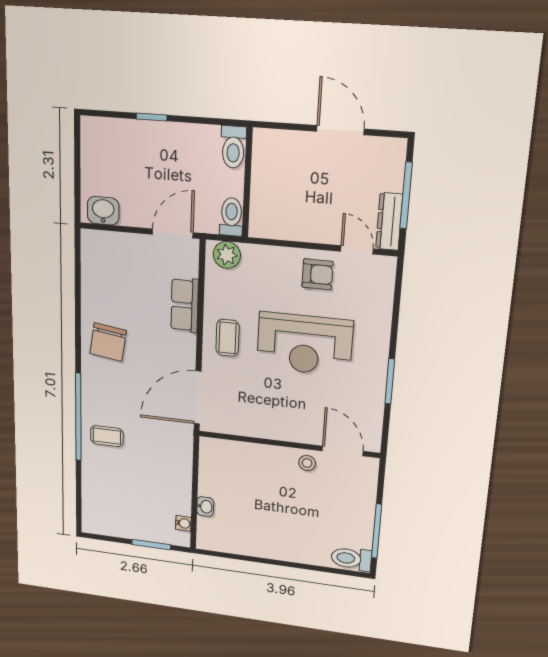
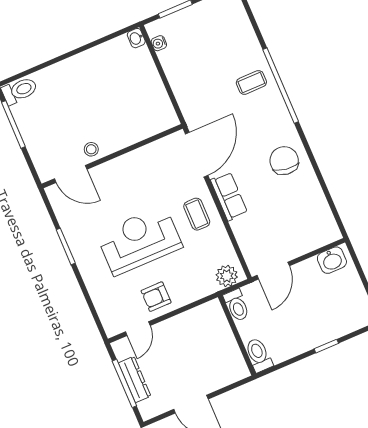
dresser: (389, 221) -> (135, 379), moved
door: (357, 250) -> (138, 329), hinge flipped
row of seats: (185, 305) -> (229, 196), moved
washbasin: (205, 507) -> (136, 38), moved

